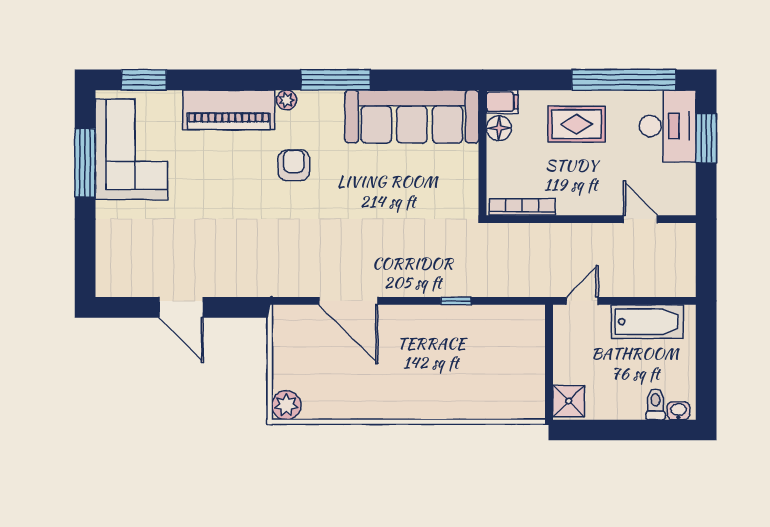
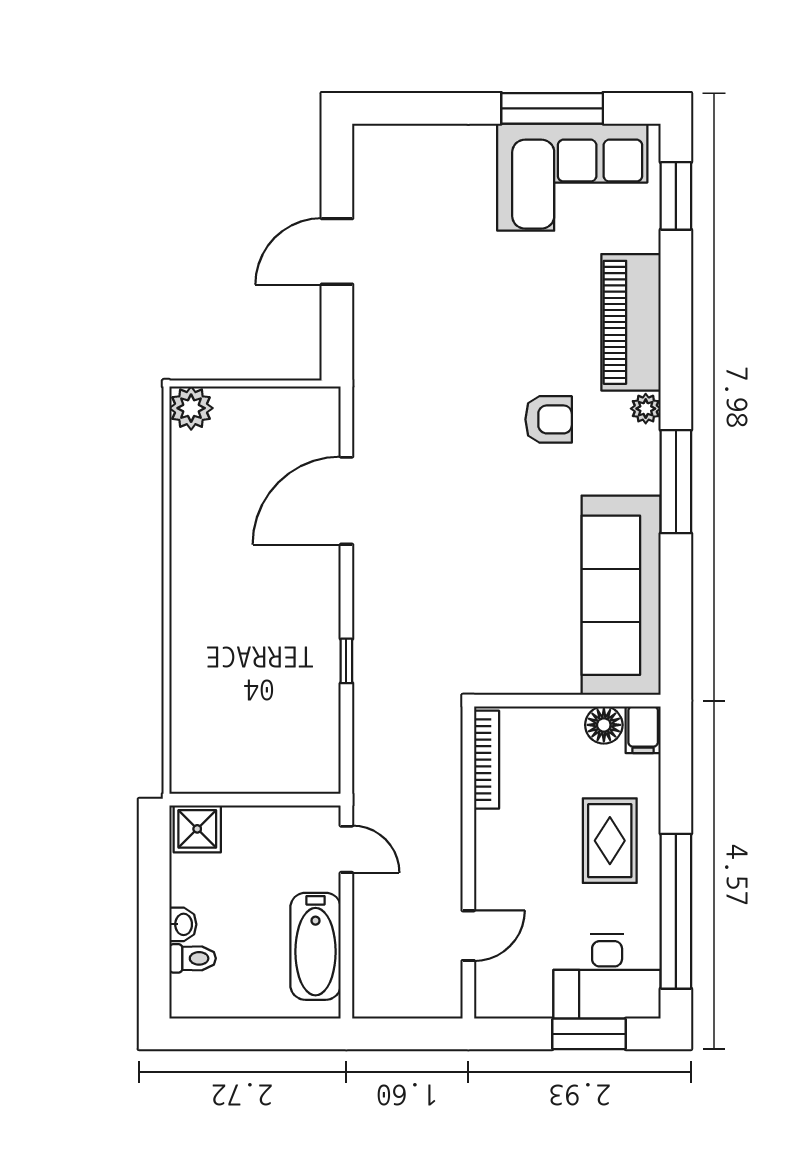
washbasin: (678, 411) -> (183, 924), moved

